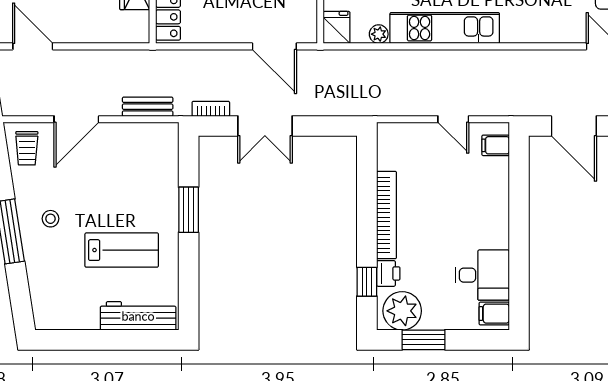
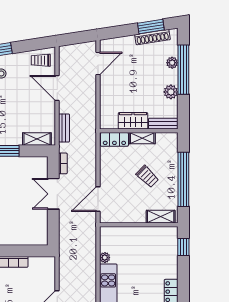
fridge: (337, 27) -> (108, 234), removed
shelving: (167, 155) -> (37, 139), added

